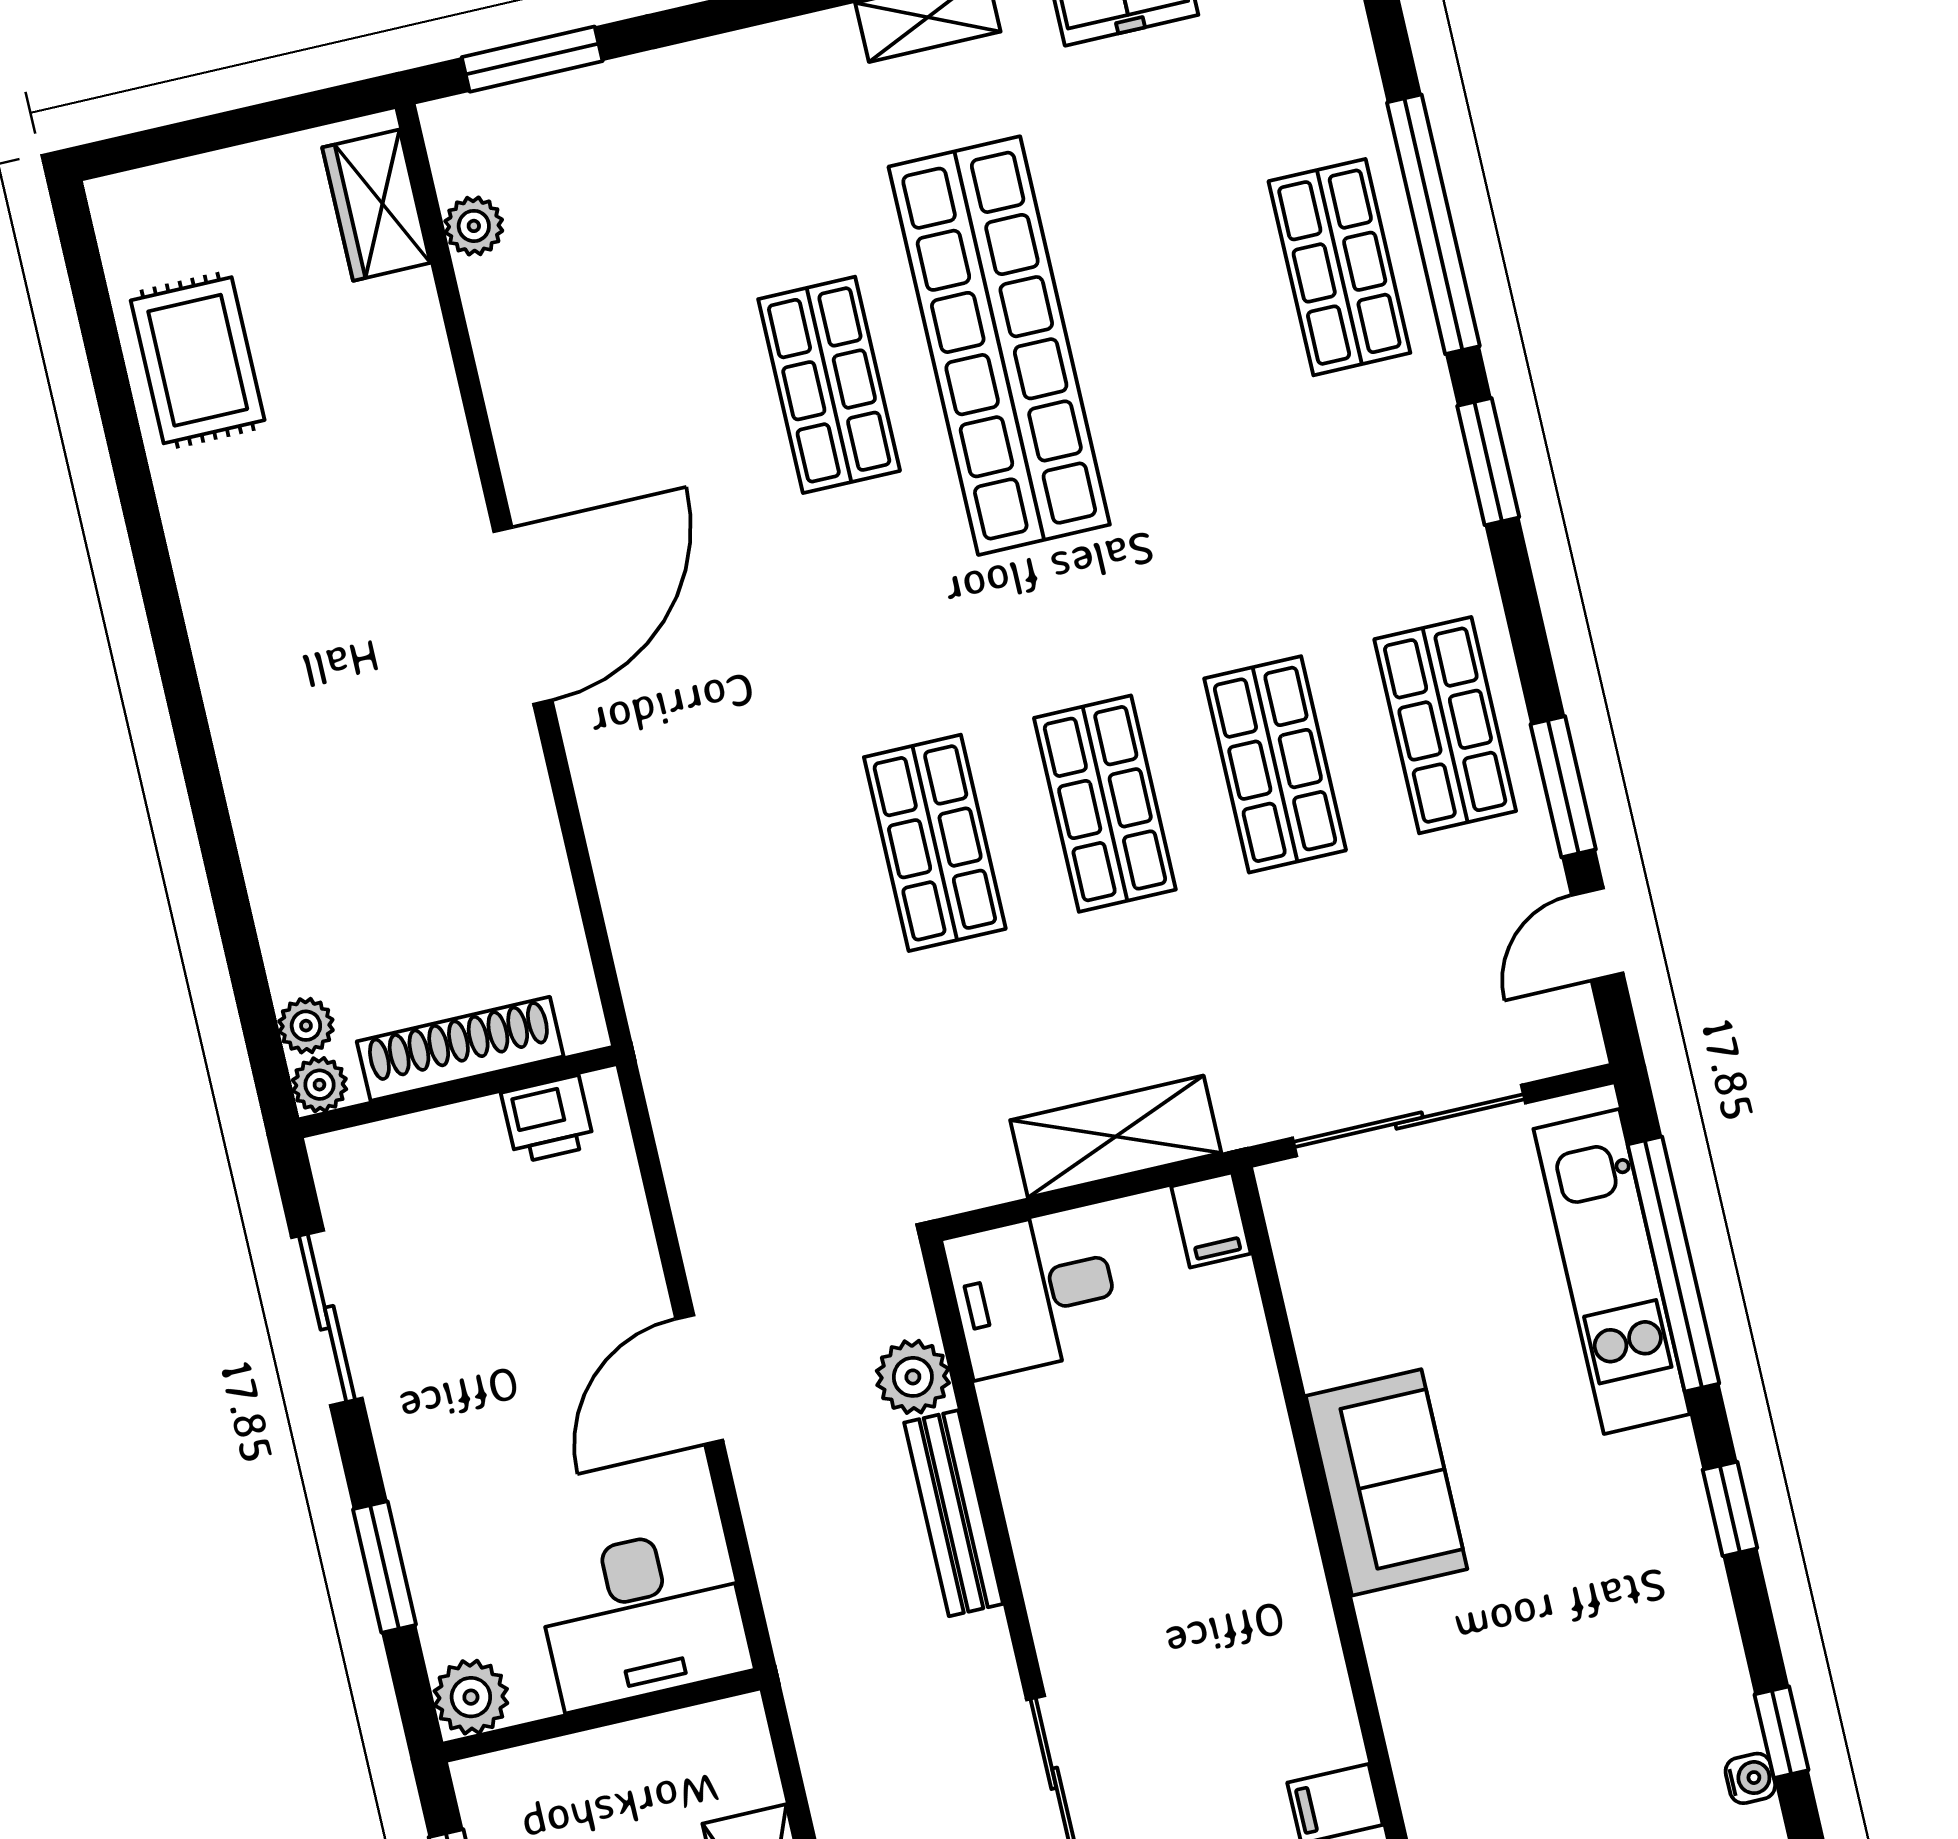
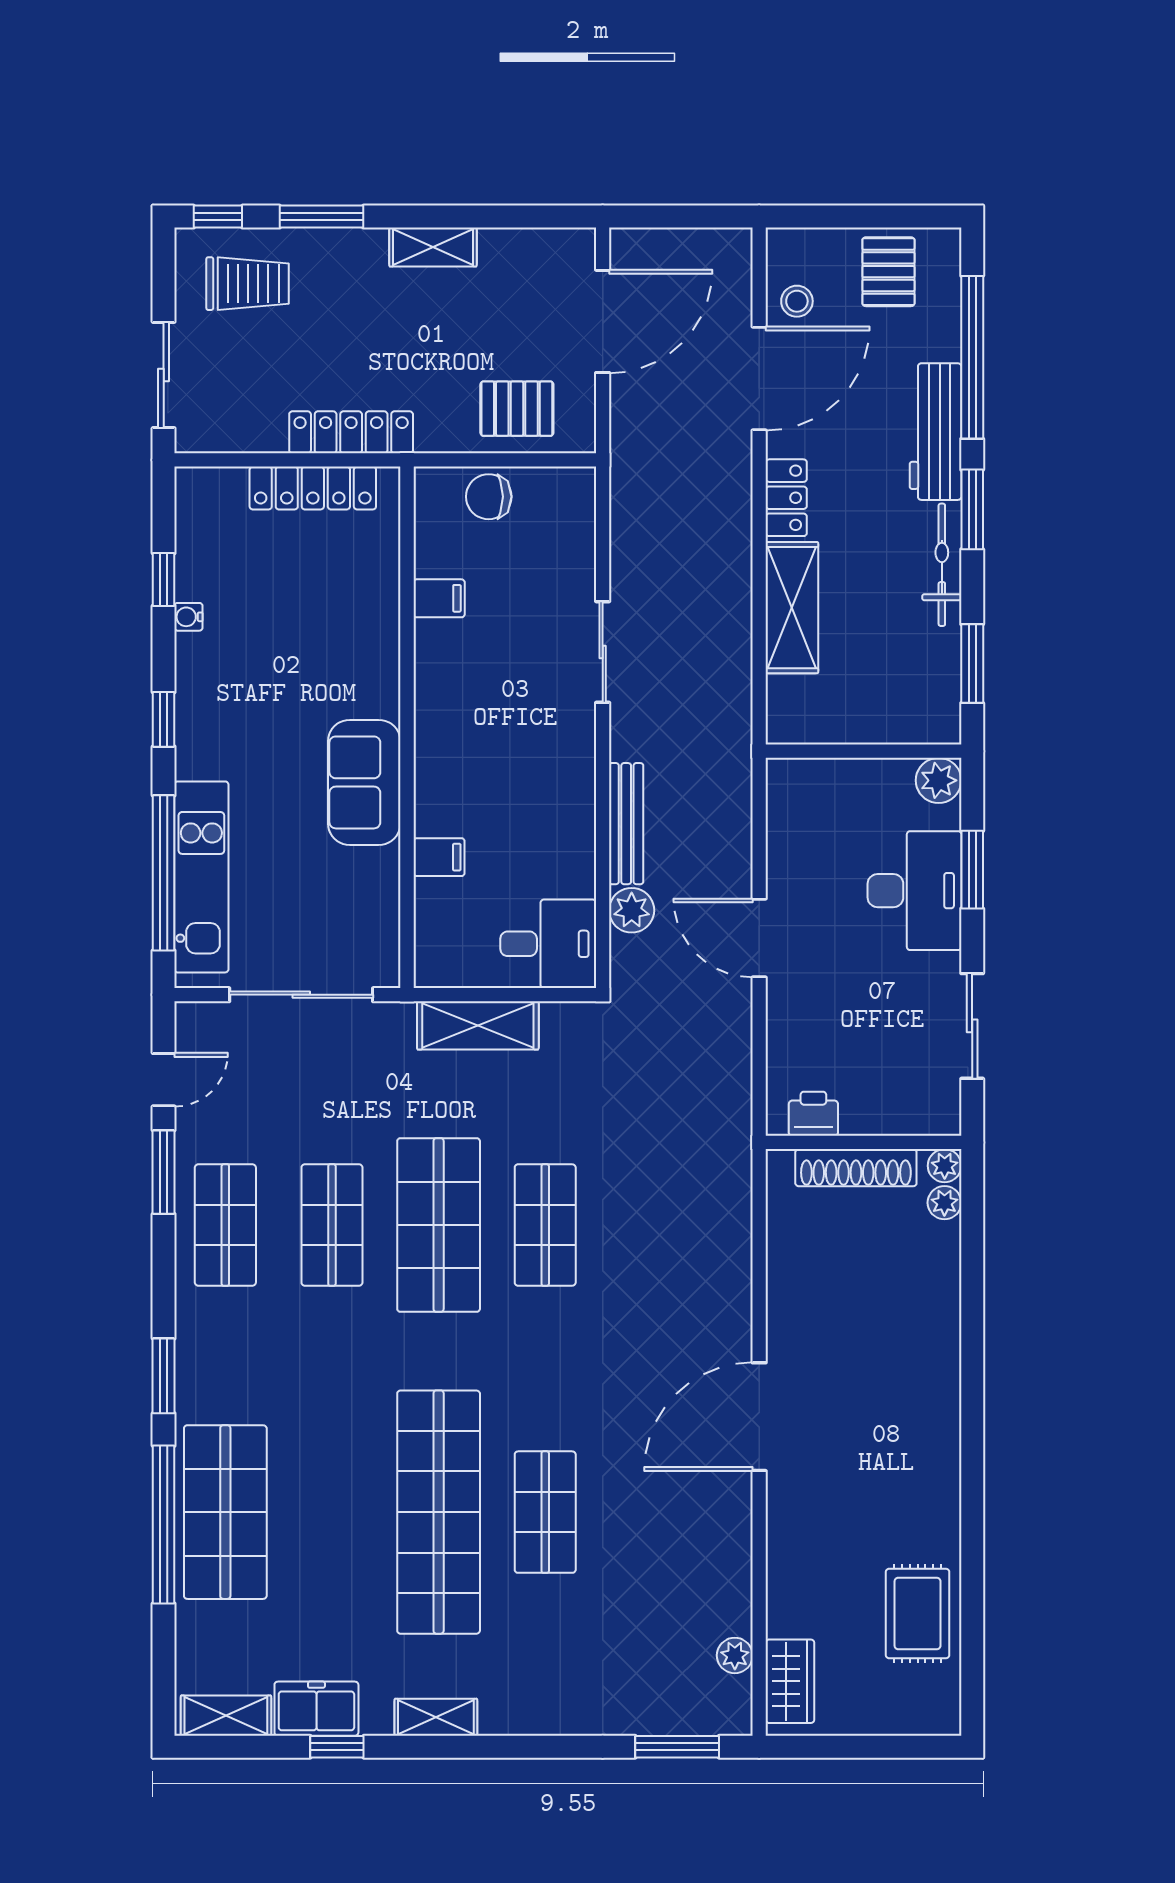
shop shelf: (1339, 267) -> (225, 1512), width x1.43, depth x1.36
shop shelf: (1105, 804) -> (439, 1225), width x1.43, depth x1.36
filing cabinet: (1211, 1220) -> (439, 857), moved, turned 90
door: (699, 1380) -> (759, 938), swing flipped
desk: (643, 1617) -> (914, 891), moved, turned 90
water cooler: (1750, 1778) -> (188, 617), moved

